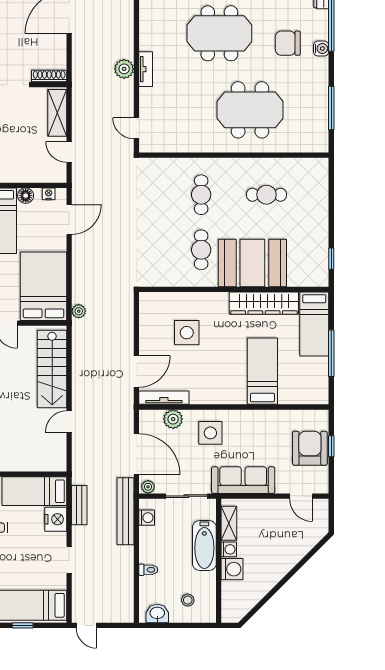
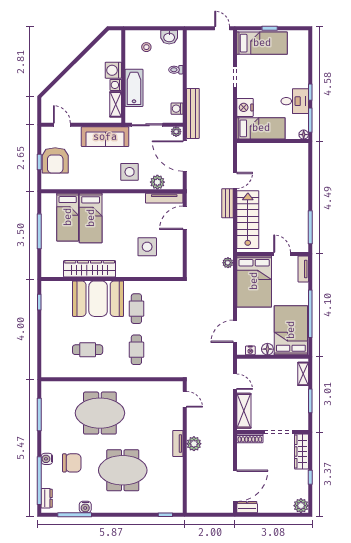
bed: (314, 324) -> (68, 217), moved, turned 180
bench: (79, 505) -> (227, 203), moved

